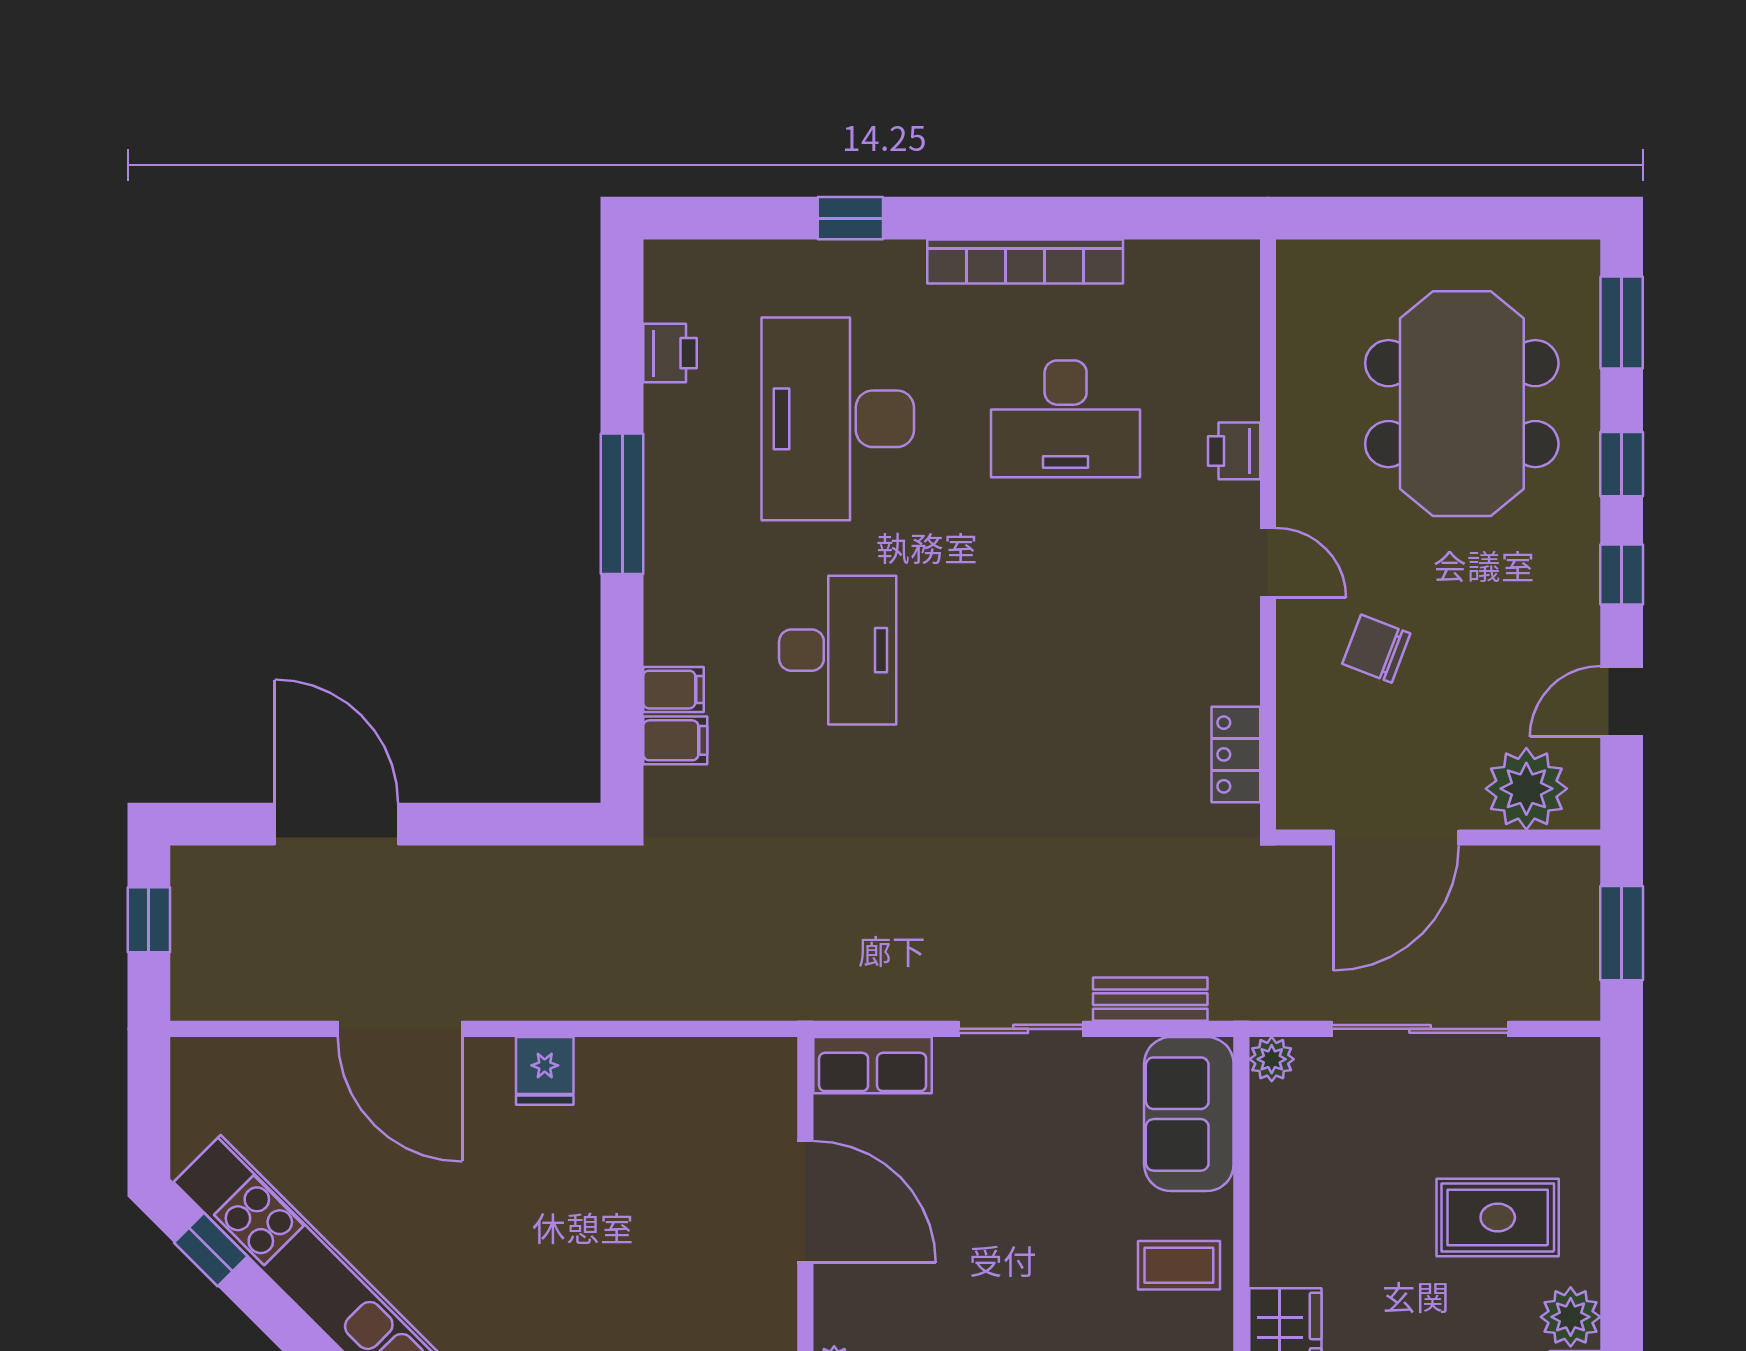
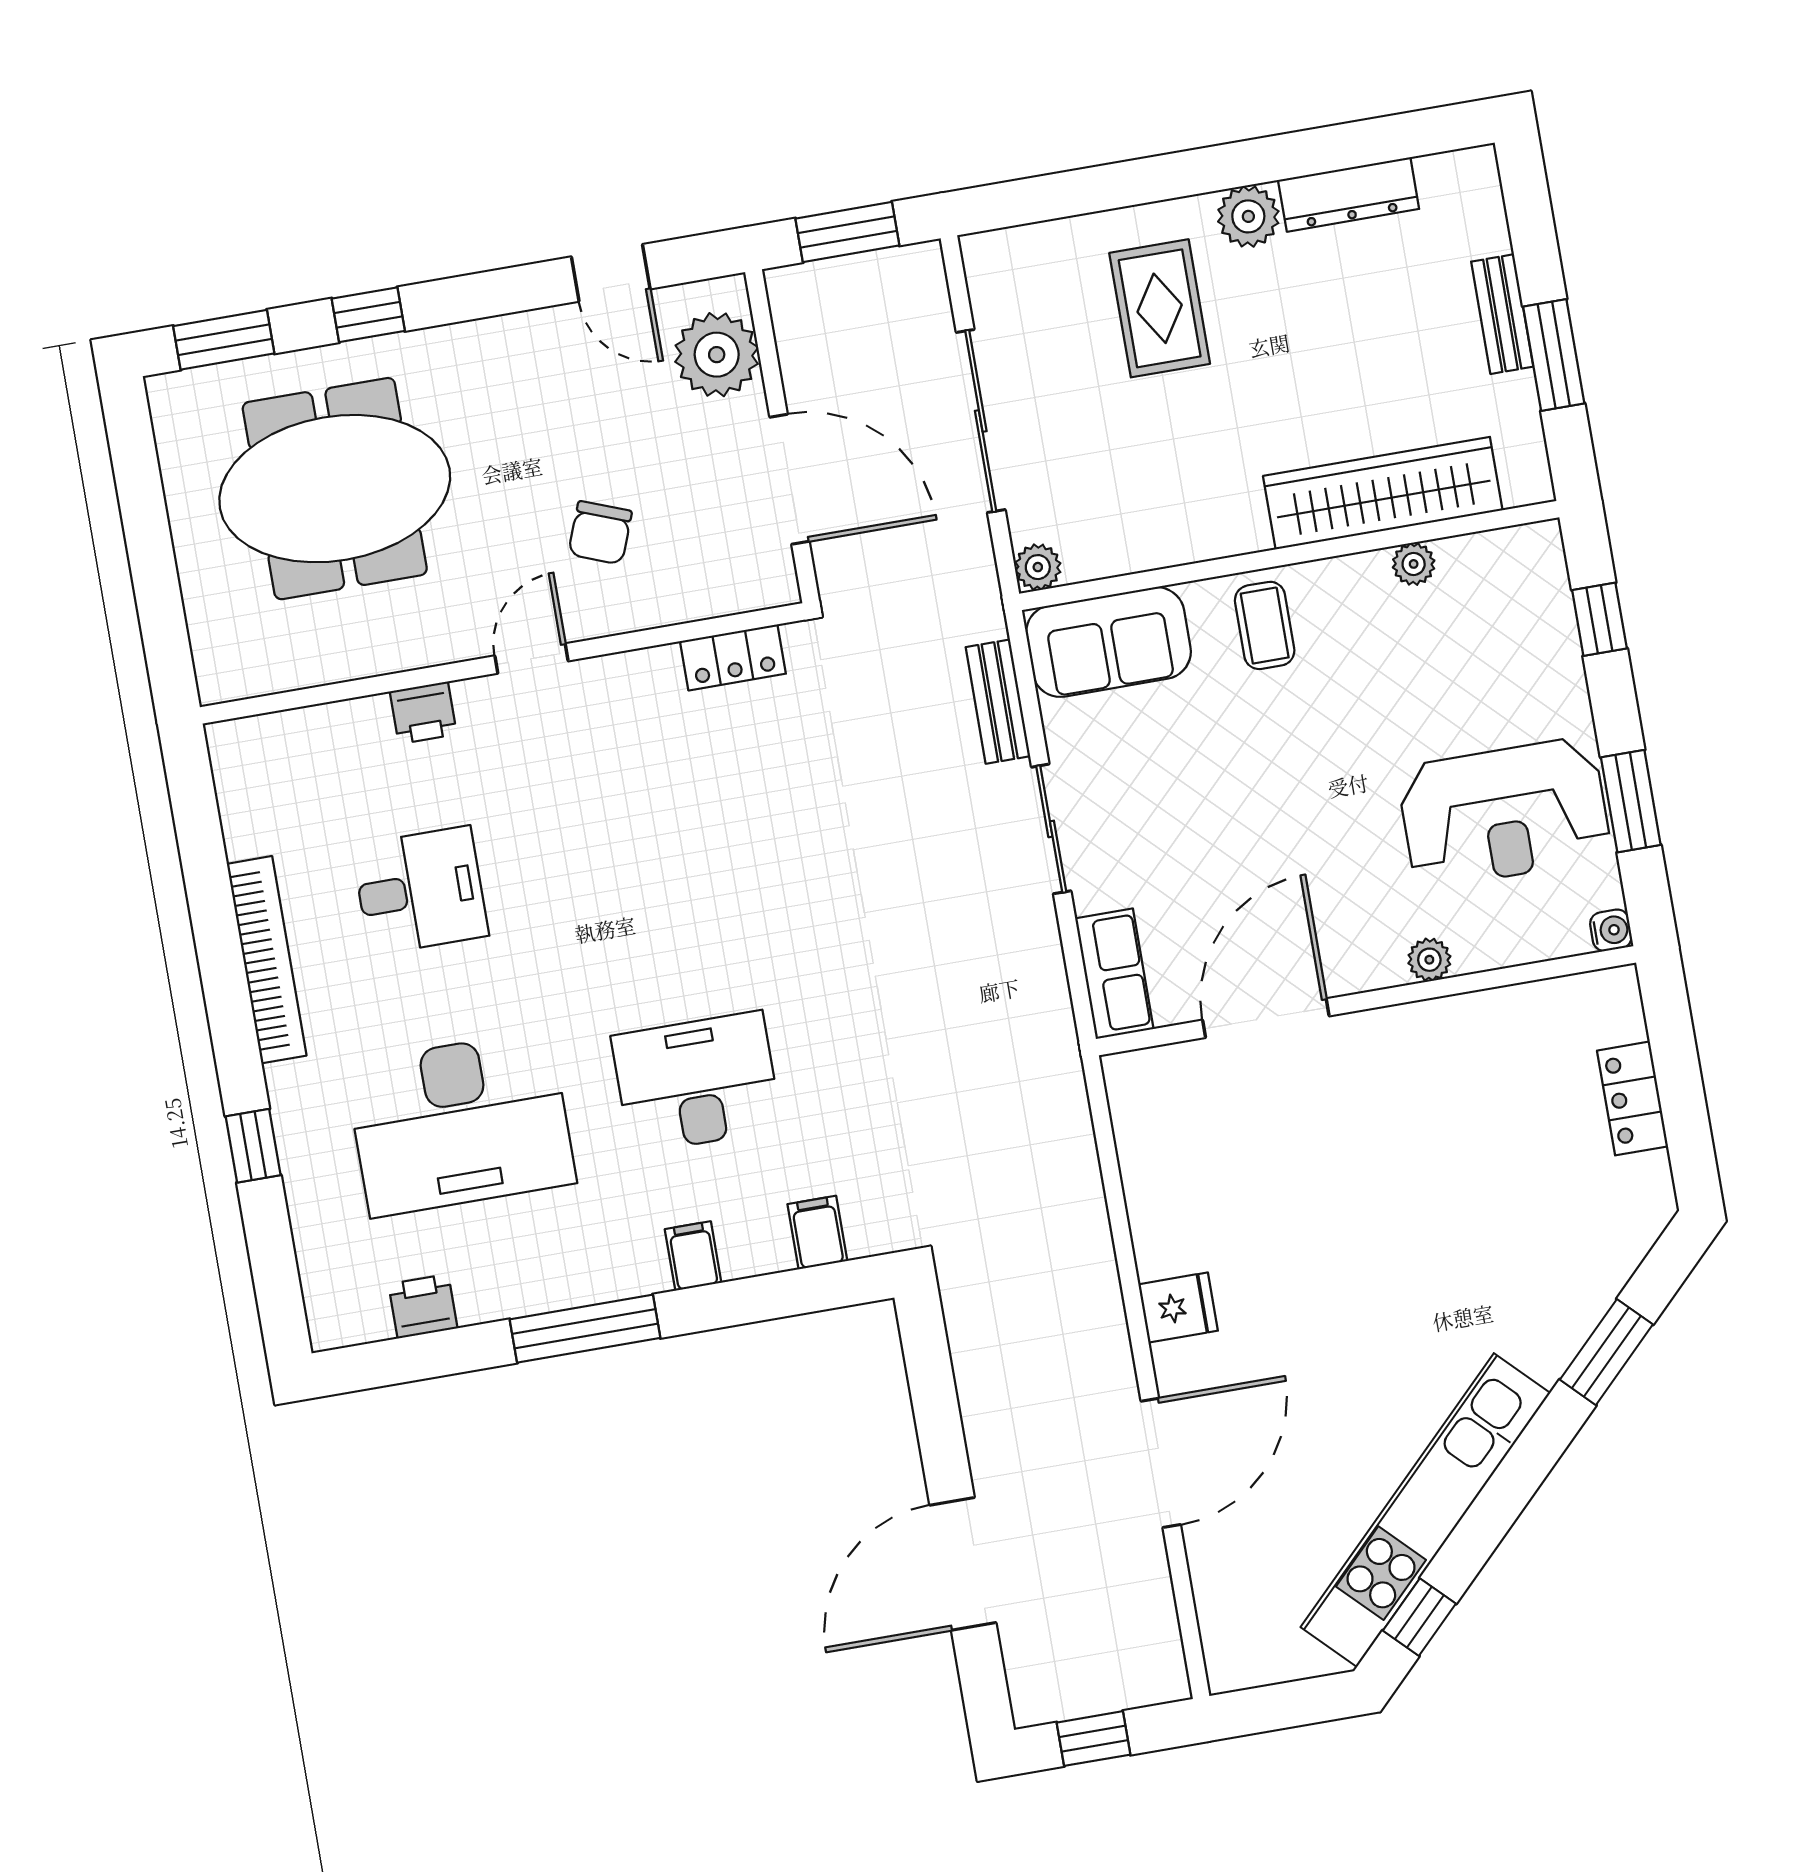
desk: (1066, 419) -> (420, 891), width x0.73
window: (1622, 574) -> (481, 295), removed
filing cabinet: (673, 690) -> (693, 1256), moved

